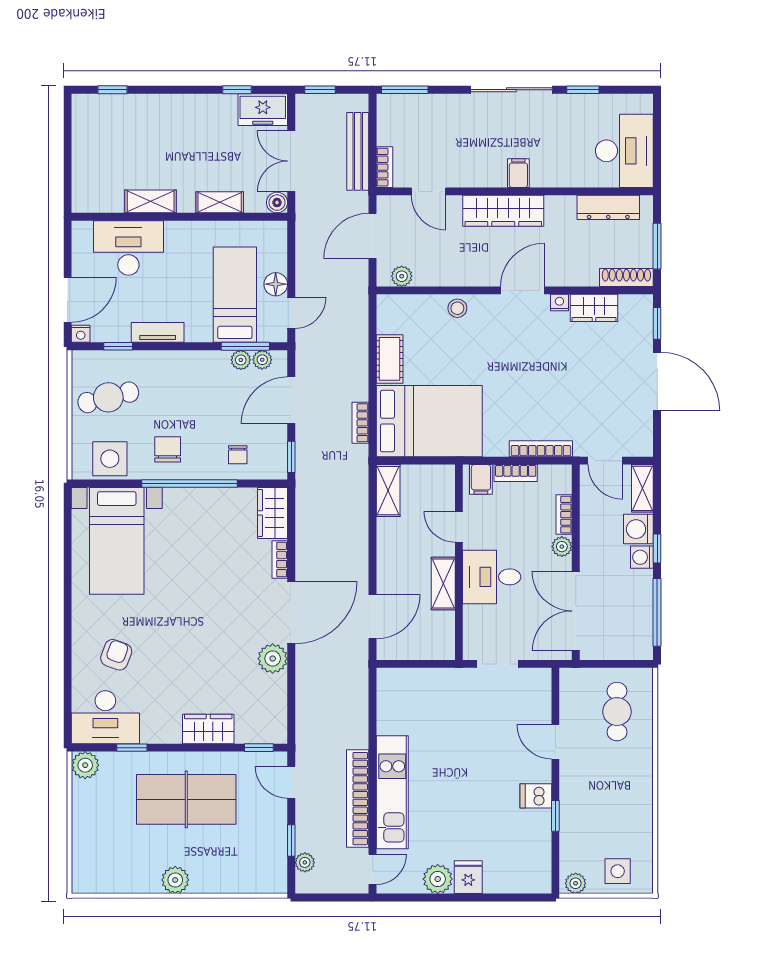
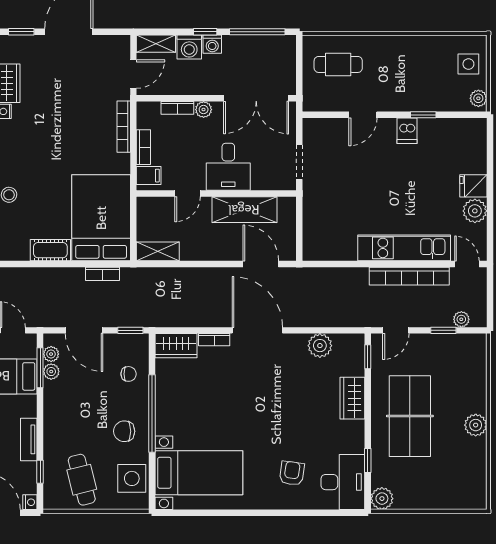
shelving: (443, 584) -> (244, 210), width x1.50, depth x1.33
armchair: (116, 655) -> (292, 473), turned 78
plant: (273, 659) -> (320, 346), moved

